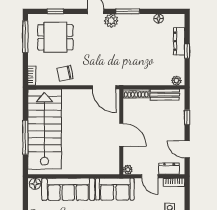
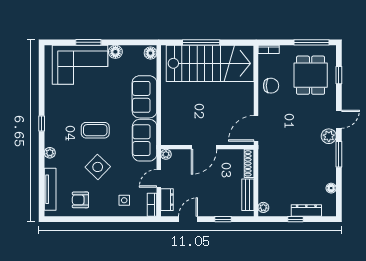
chair: (65, 73) -> (271, 86), turned 102
sofa: (68, 189) -> (144, 97), width x0.73

